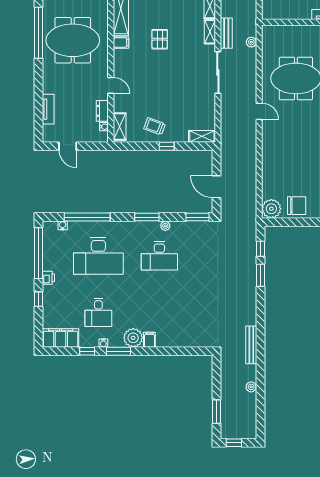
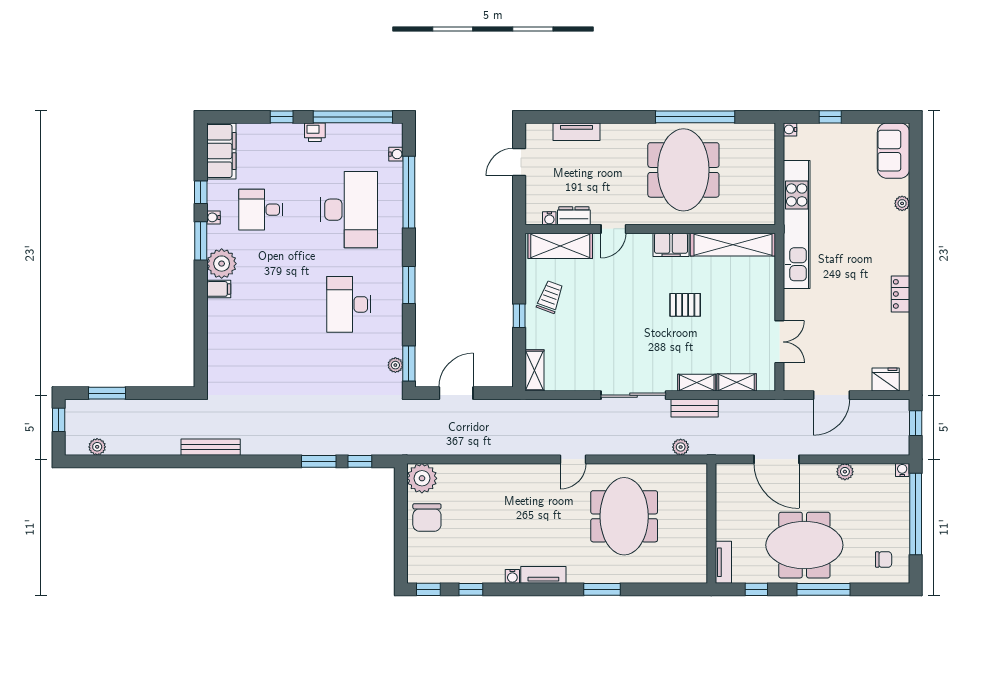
filing cabinet: (121, 43) -> (671, 245), width x2.00
shelving: (120, 127) -> (560, 246), width x1.50, depth x1.33
plant: (165, 226) -> (395, 365), moved
desk: (98, 256) -> (349, 210), turned 180
plant: (251, 387) -> (97, 447), moved

